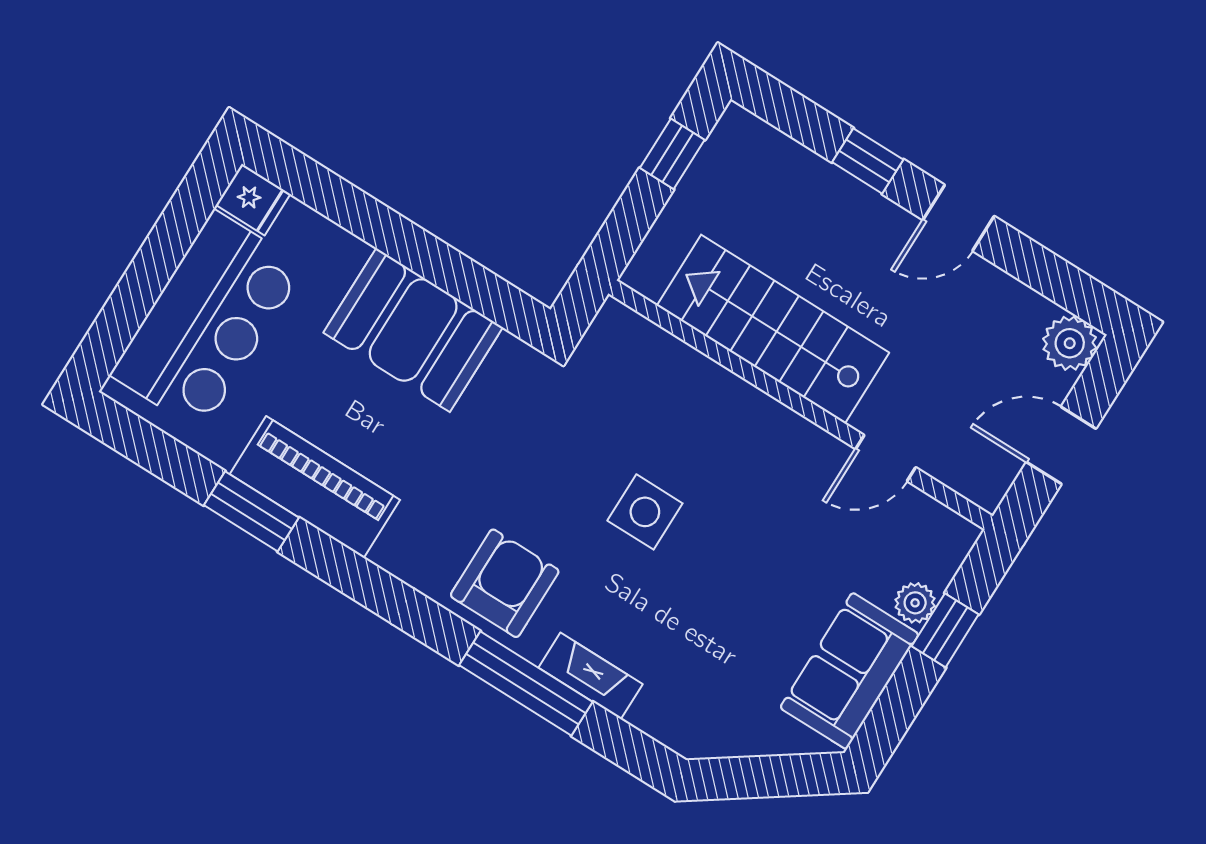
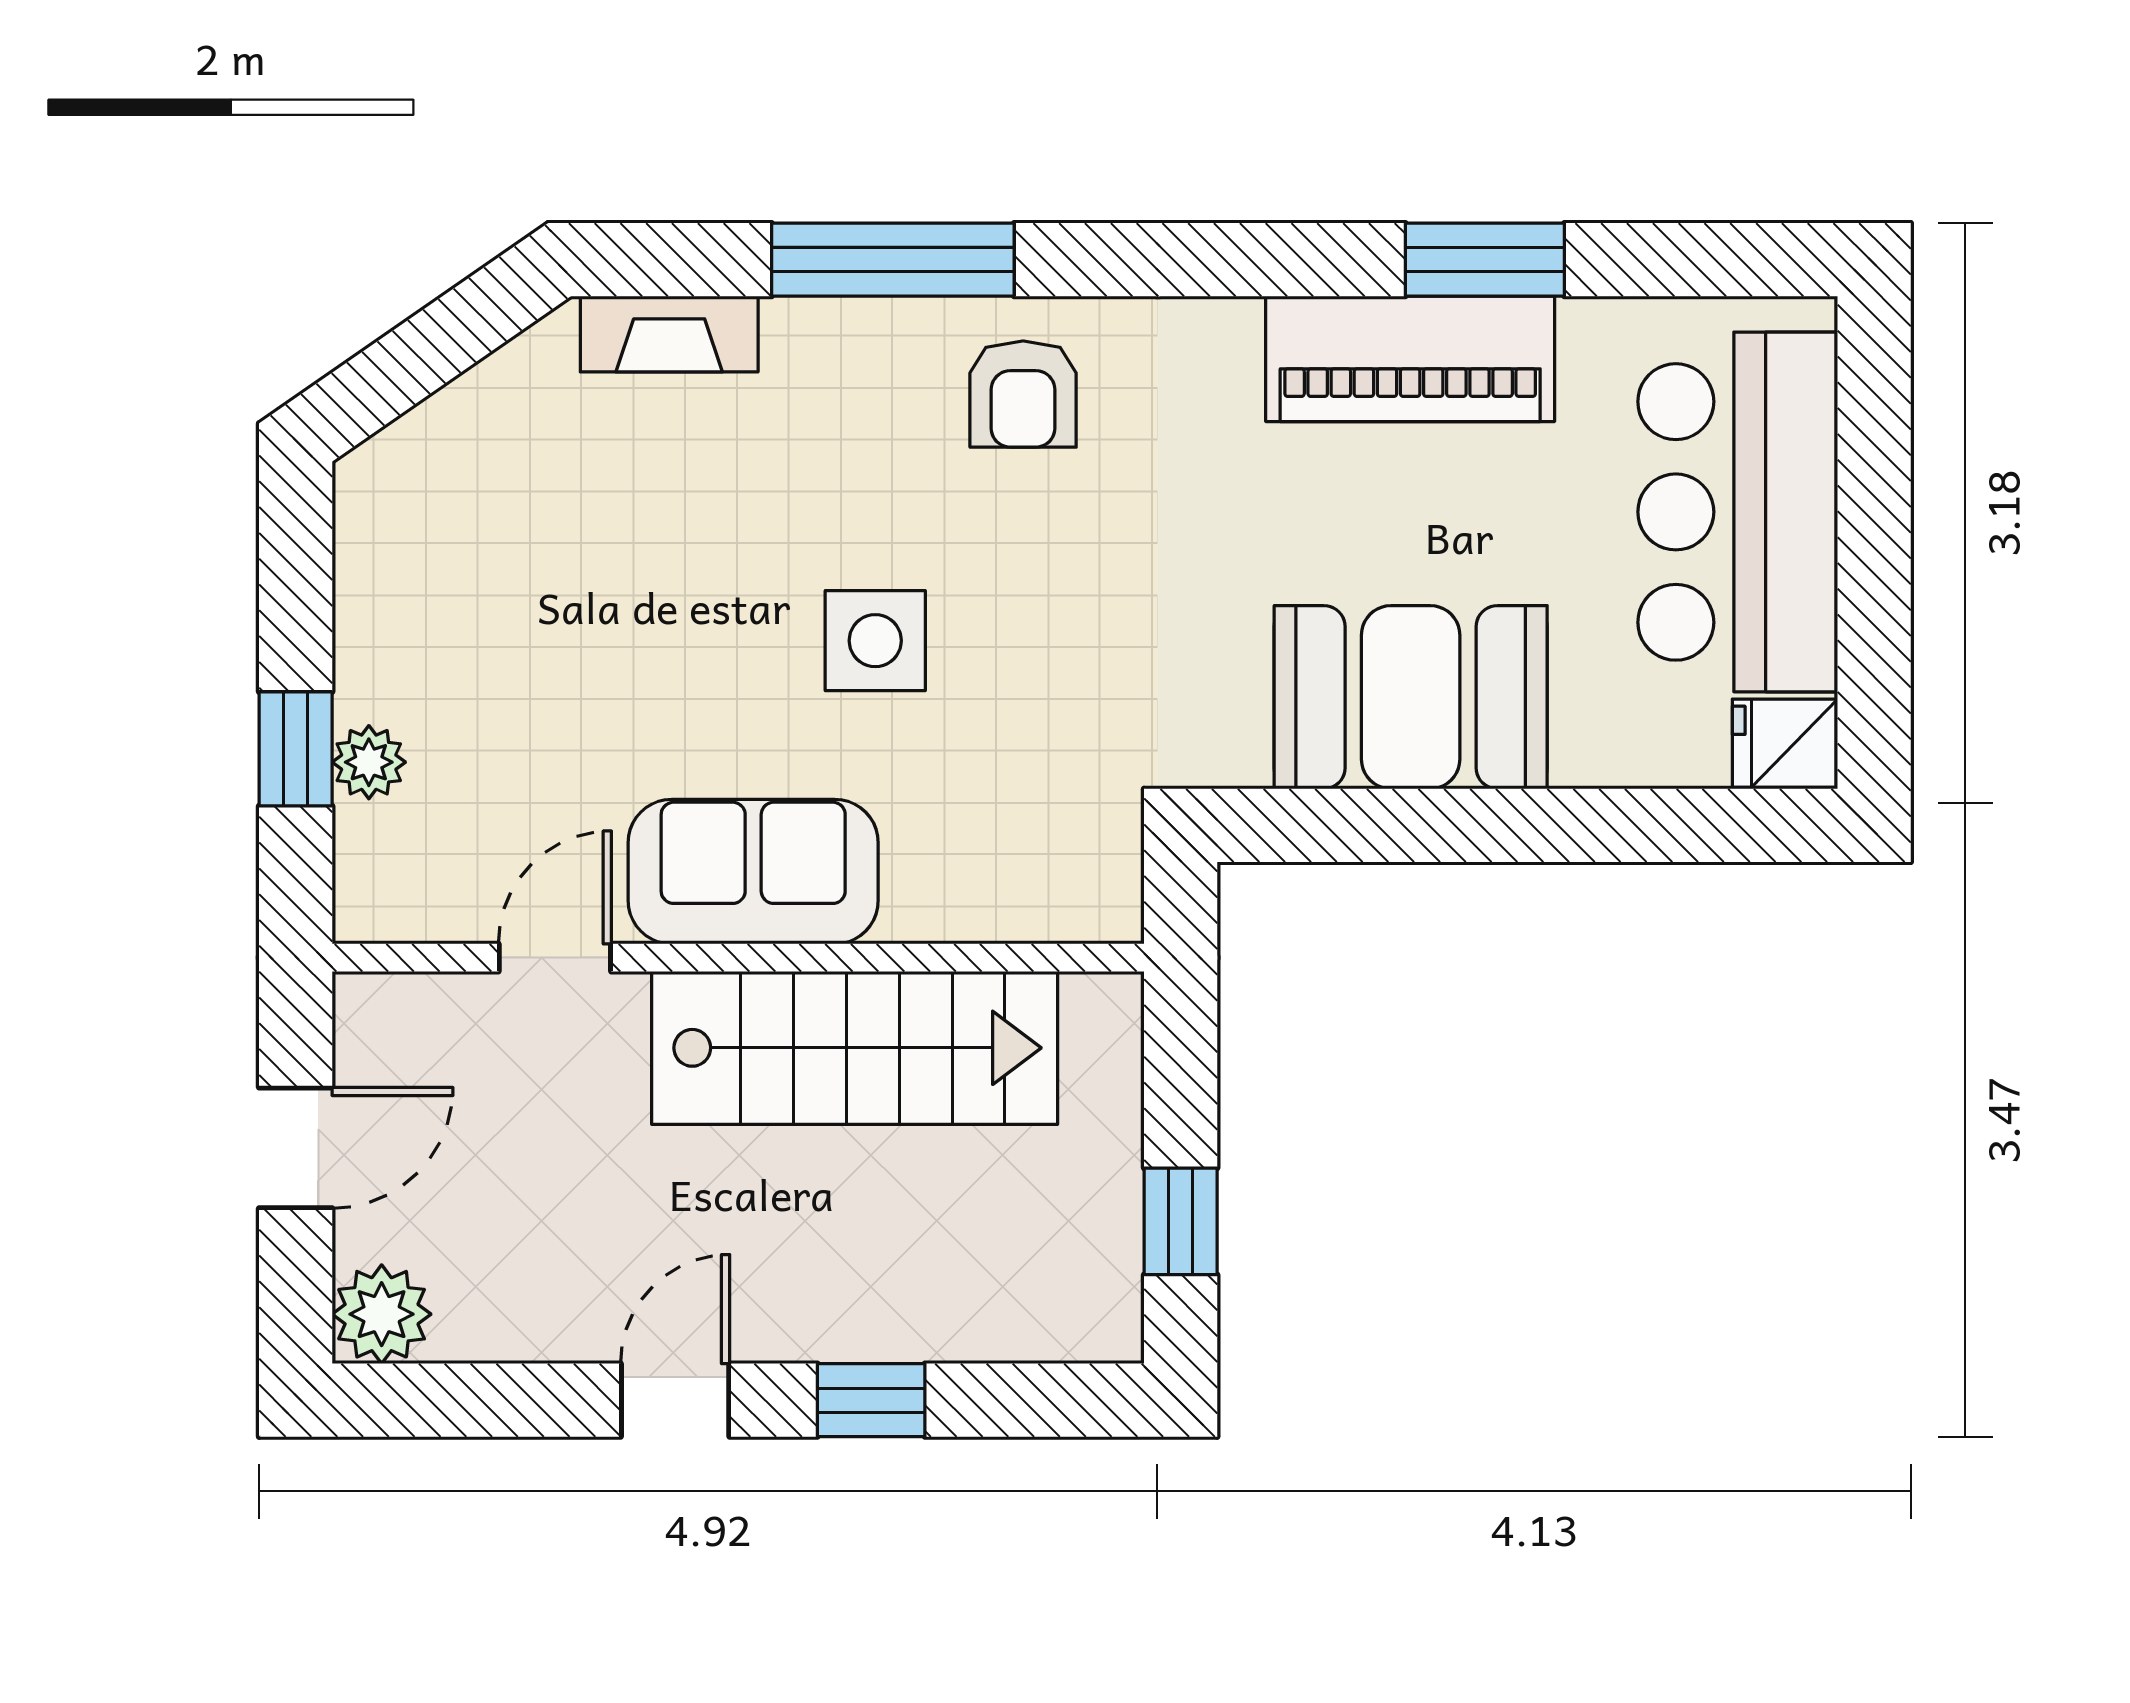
armchair: (505, 583) -> (1023, 394), width x0.72, depth x0.72
sofa: (849, 671) -> (753, 872), moved, turned -90
fireplace: (591, 676) -> (669, 334), moved

